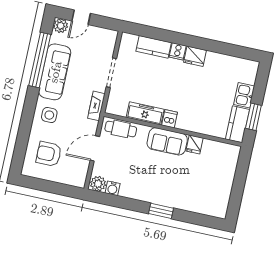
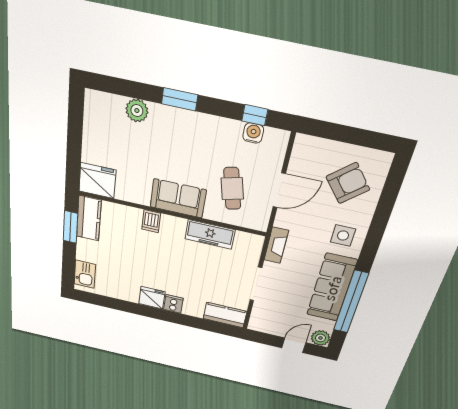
kitchen counter: (154, 47) -> (225, 315), moved
kitchen sink: (244, 95) -> (85, 274), moved
dishwasher: (170, 119) -> (151, 221), moved
cafe table: (121, 129) -> (232, 189), moved, turned 76
fridge: (195, 144) -> (97, 181), moved, width x1.88, depth x1.34
armchair: (49, 154) -> (348, 183), turned -40
plant: (98, 184) -> (137, 111), moved
window: (111, 200) -> (255, 115), added

